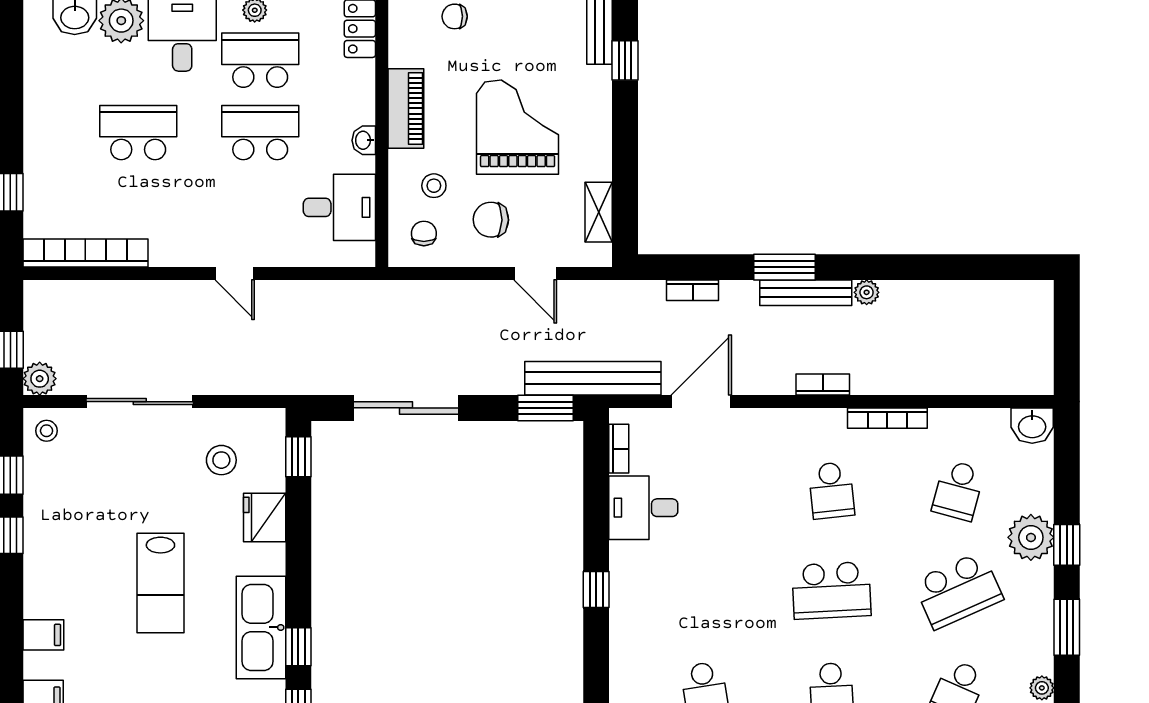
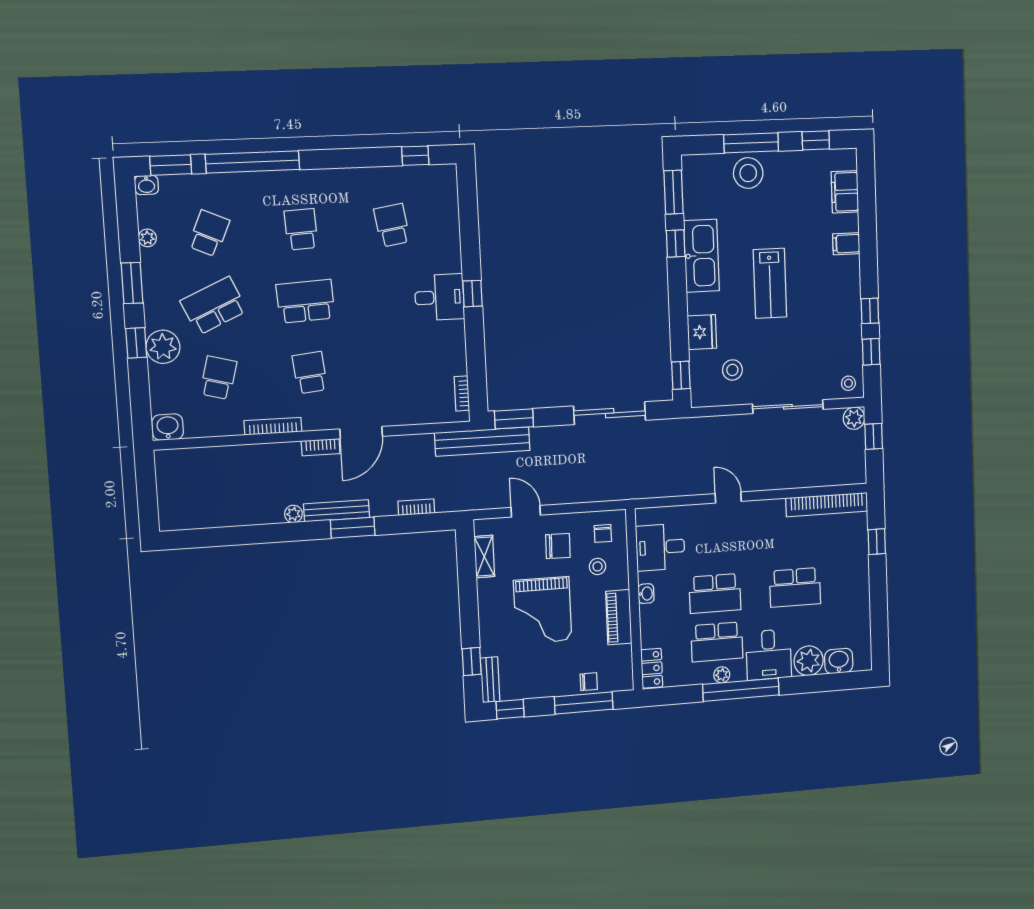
door: (701, 402) -> (361, 433), moved
desk: (643, 508) -> (439, 297), moved
lab bench: (160, 583) -> (770, 283), turned 180

